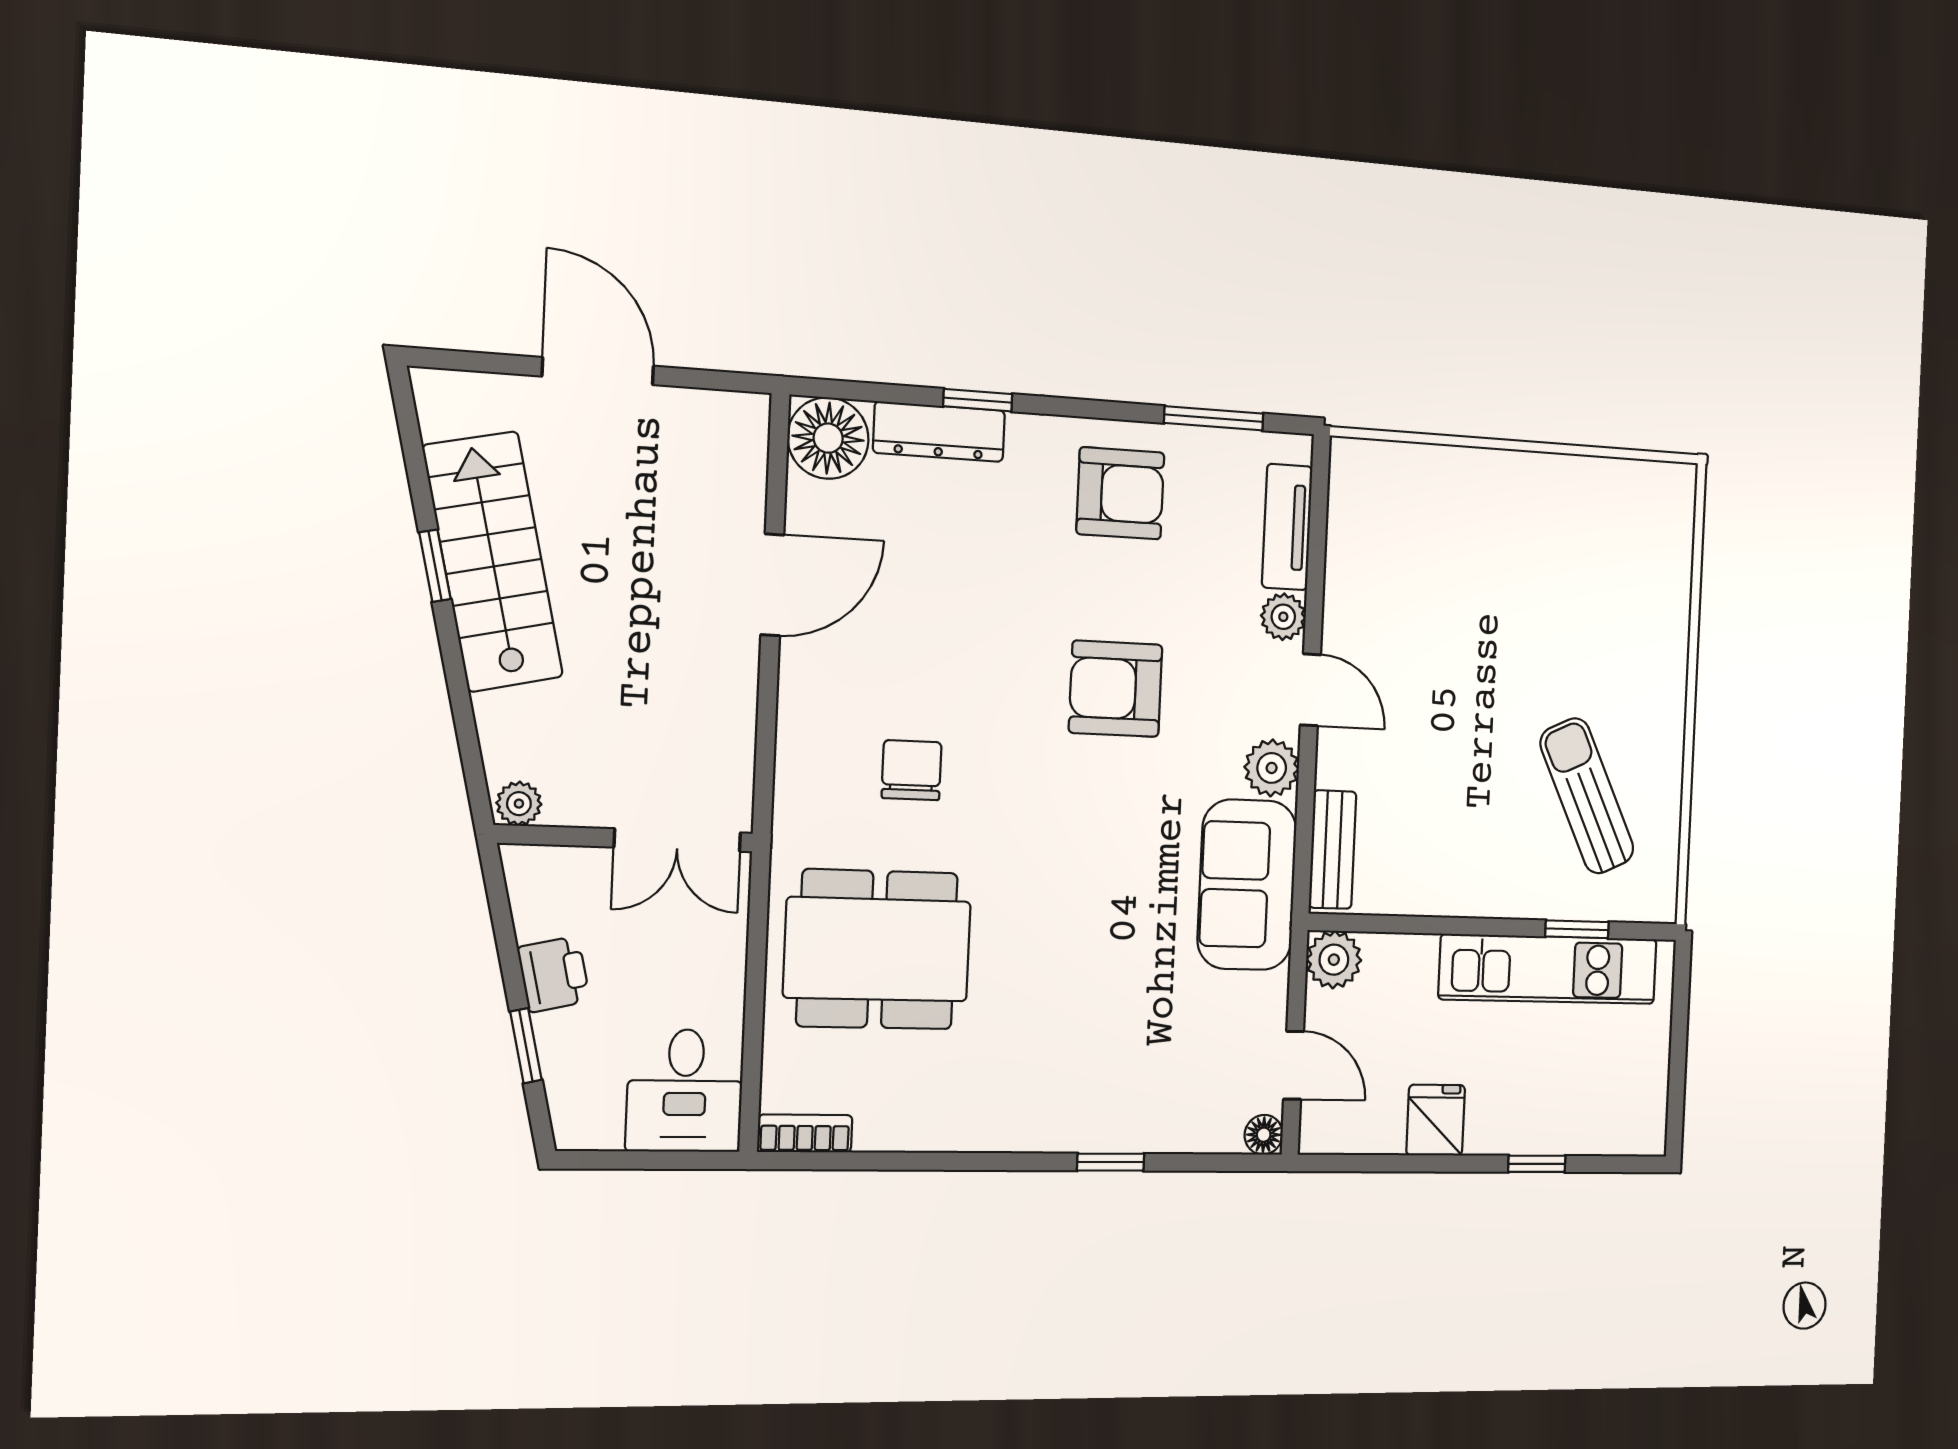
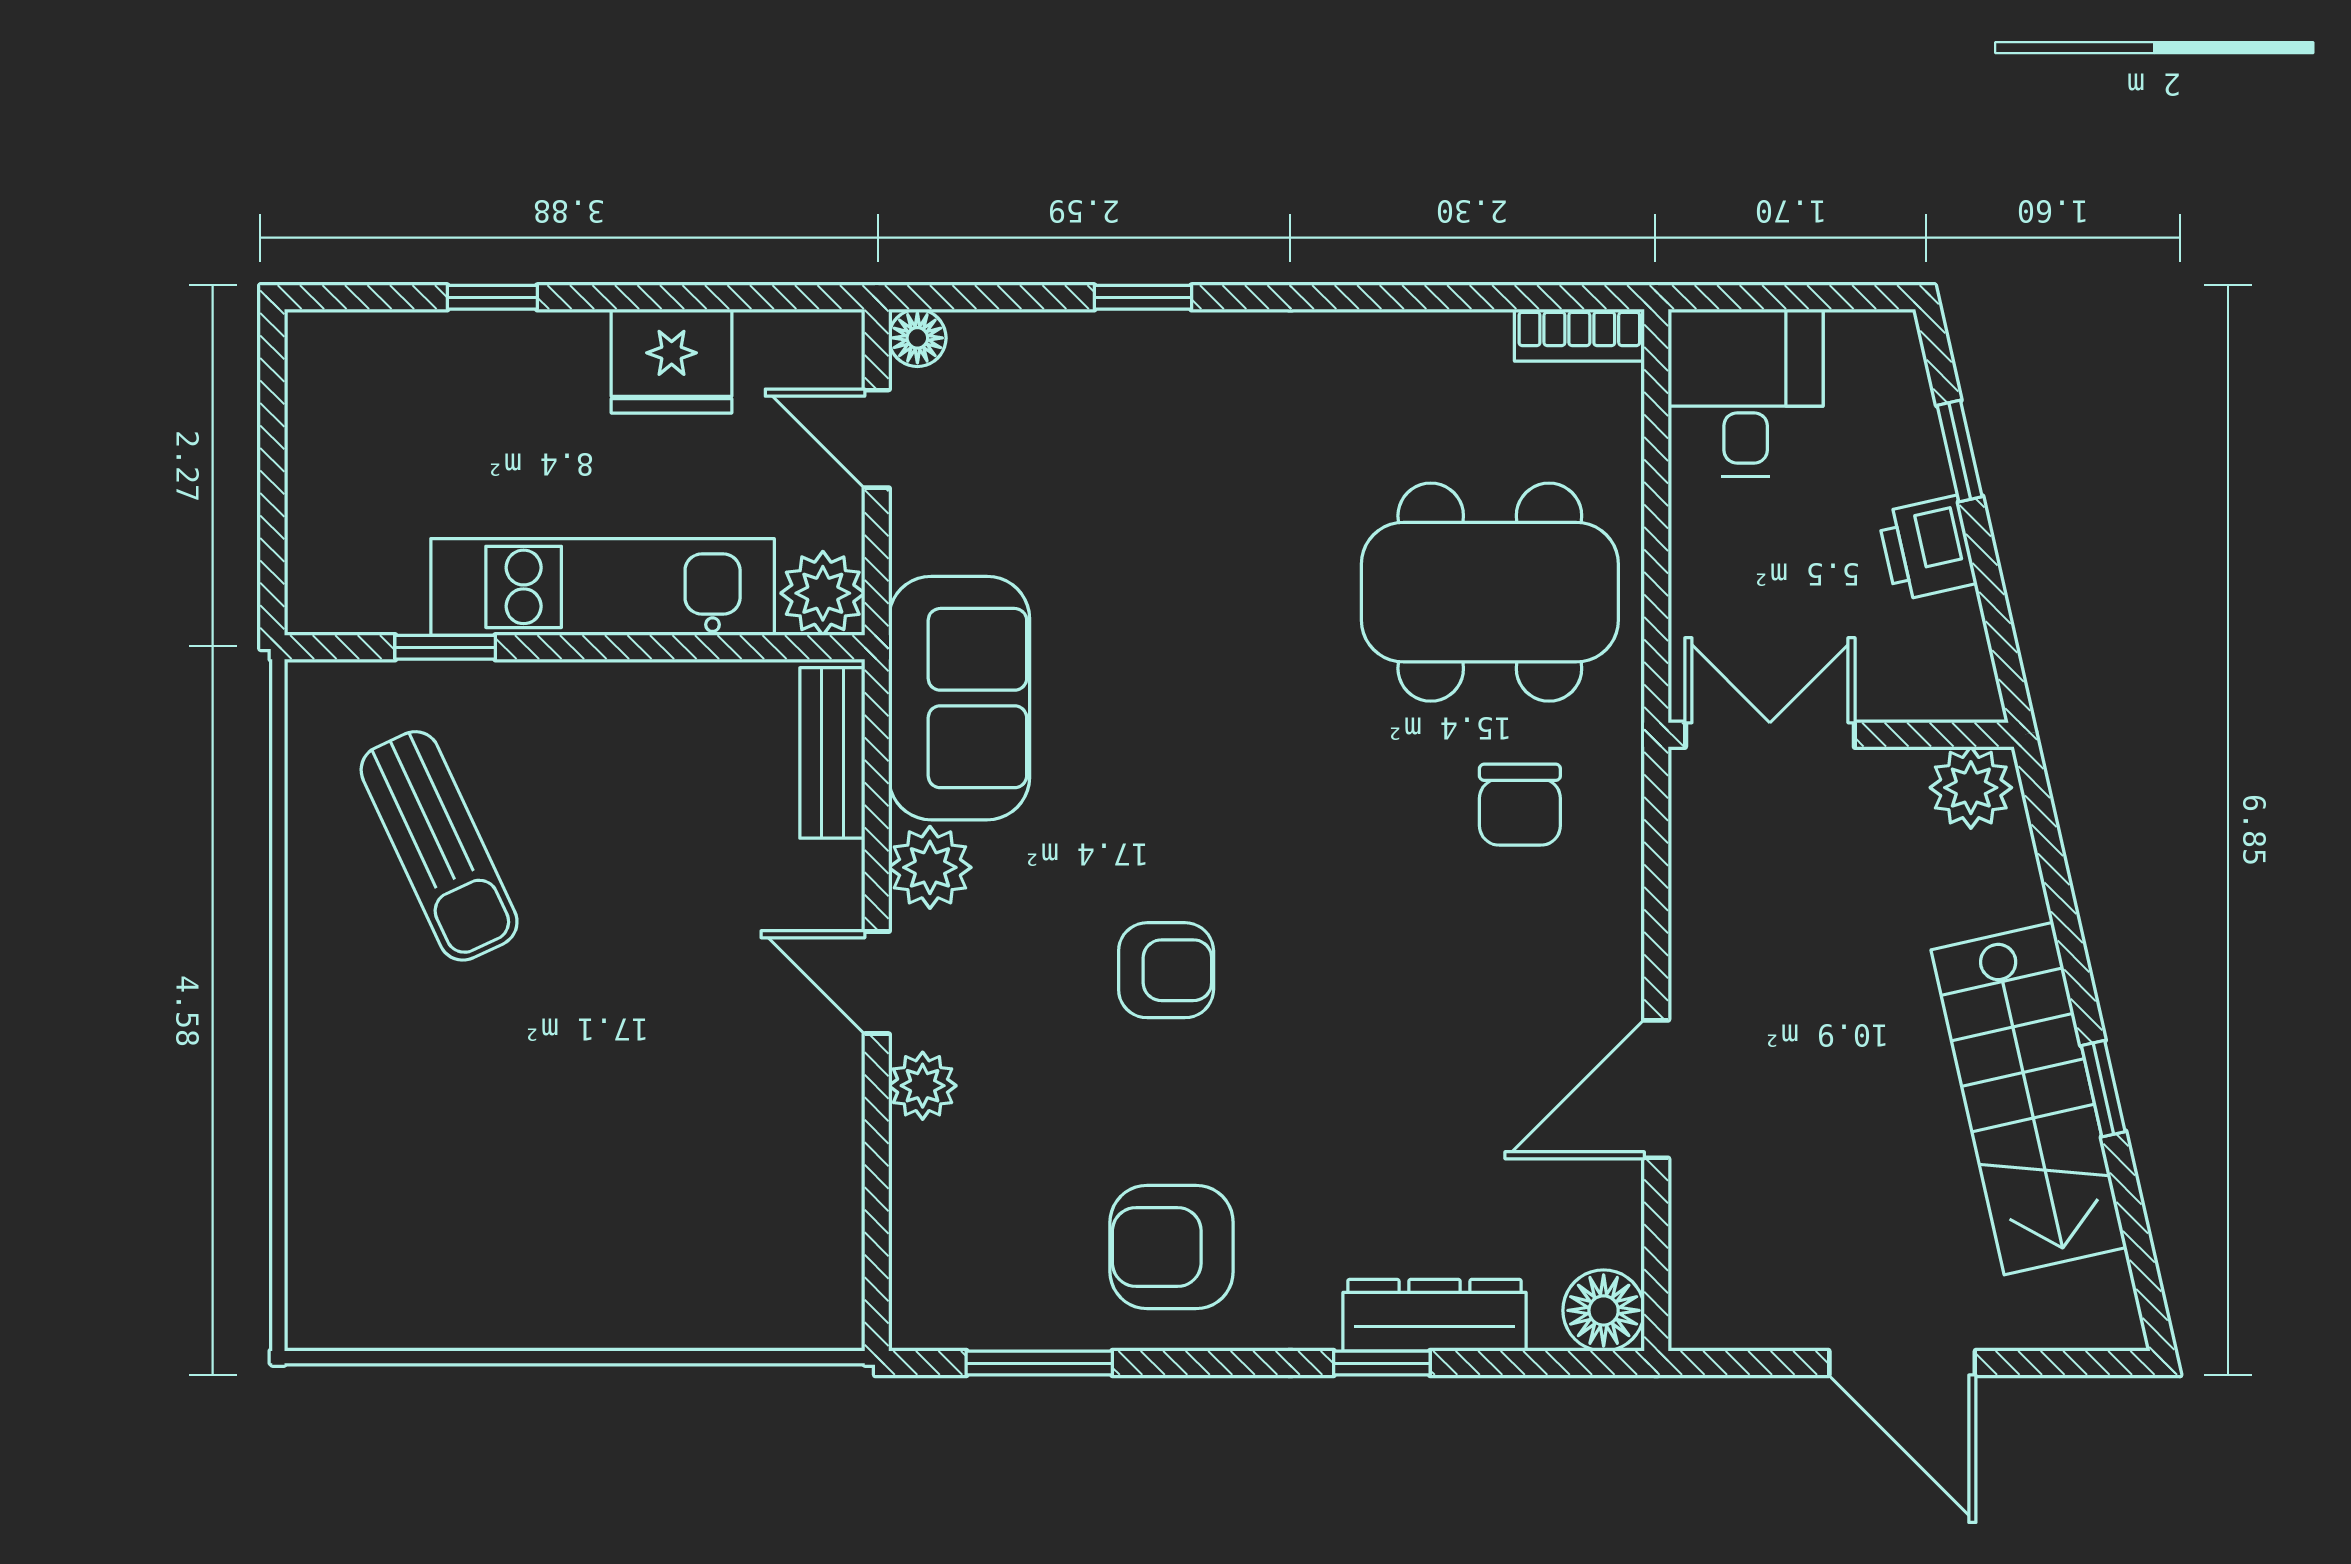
floor lamp: (828, 438) -> (1604, 1310), width x0.73, depth x0.73
tv unit: (1287, 527) -> (923, 1215), removed
armchair: (1116, 689) -> (1166, 970), width x0.72, depth x0.72
chair: (912, 770) -> (1520, 805), moved
plant: (519, 804) -> (1971, 788), width x1.38, depth x1.38
kitchen unit: (1548, 969) -> (603, 587), moved
fridge: (1436, 1120) -> (672, 361), width x1.38

